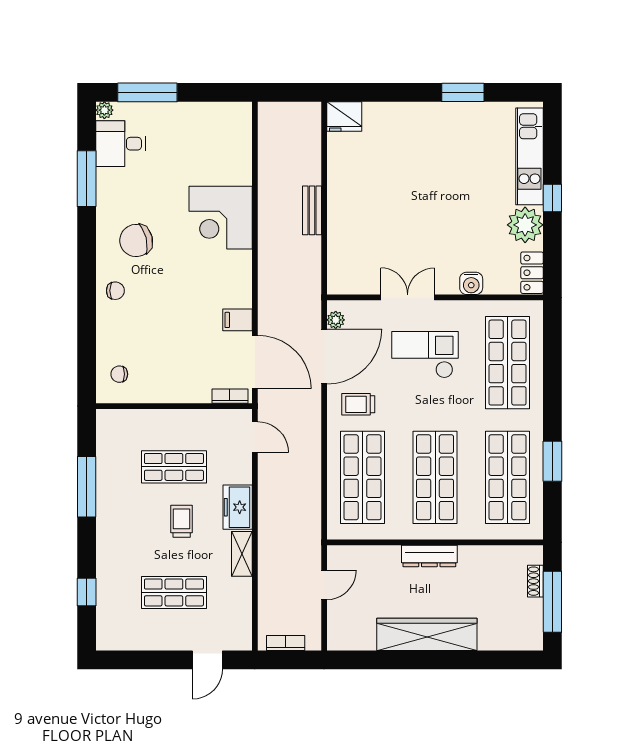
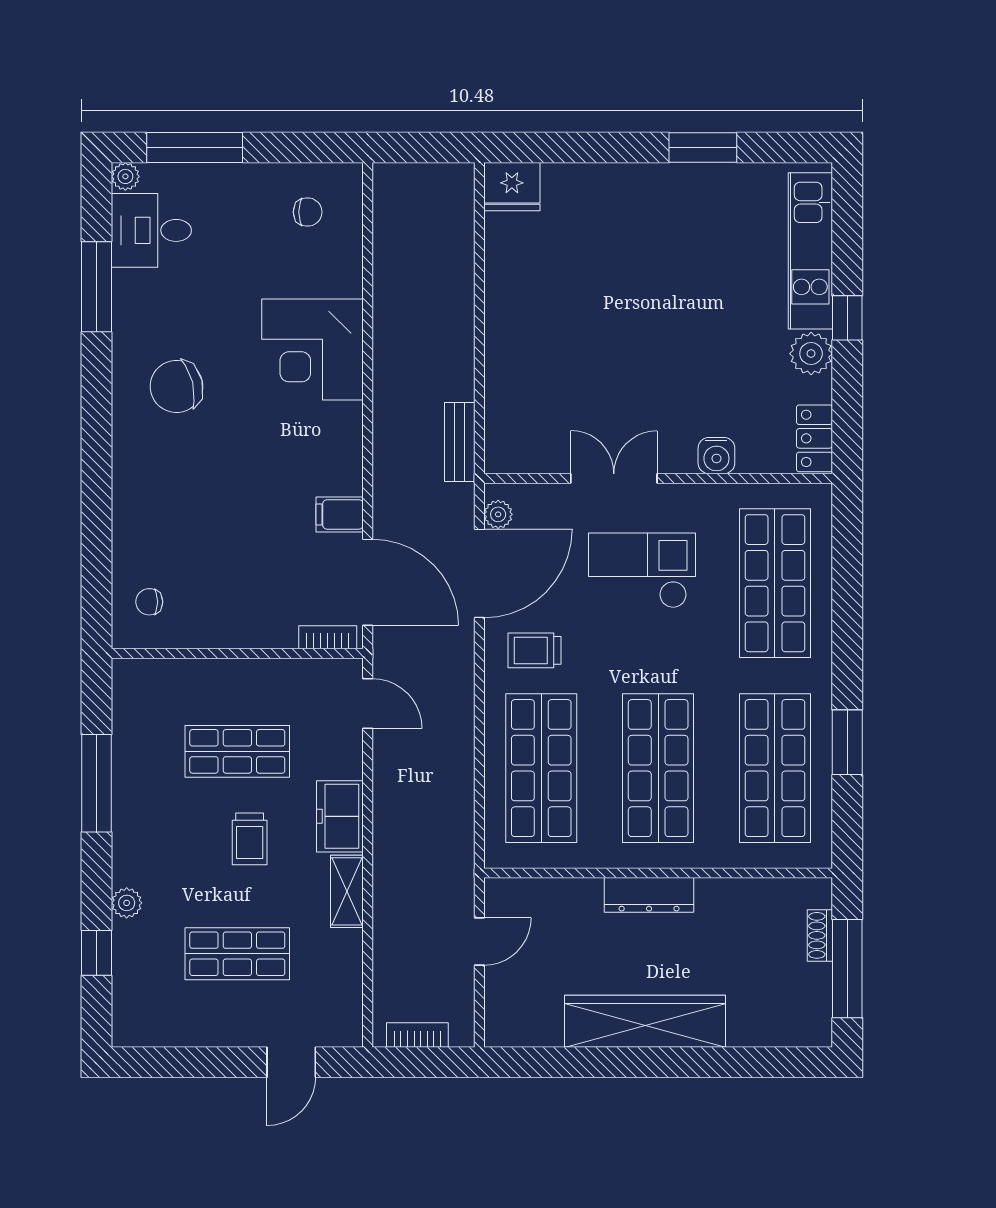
bench: (312, 210) -> (460, 442), moved
plant: (525, 225) -> (811, 354), width x0.73, depth x0.73
chair: (115, 291) -> (308, 212), moved
trolley: (182, 521) -> (250, 839), turned 180
plant: (105, 561) -> (127, 903), added

